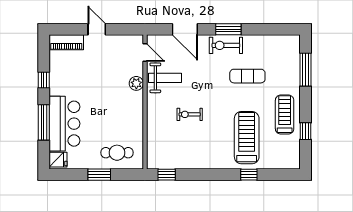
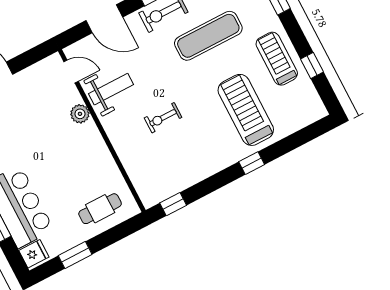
exercise mat: (247, 76) -> (208, 36), width x1.36, depth x1.45
window: (99, 175) -> (75, 255), moved
window: (249, 175) -> (252, 163), moved

